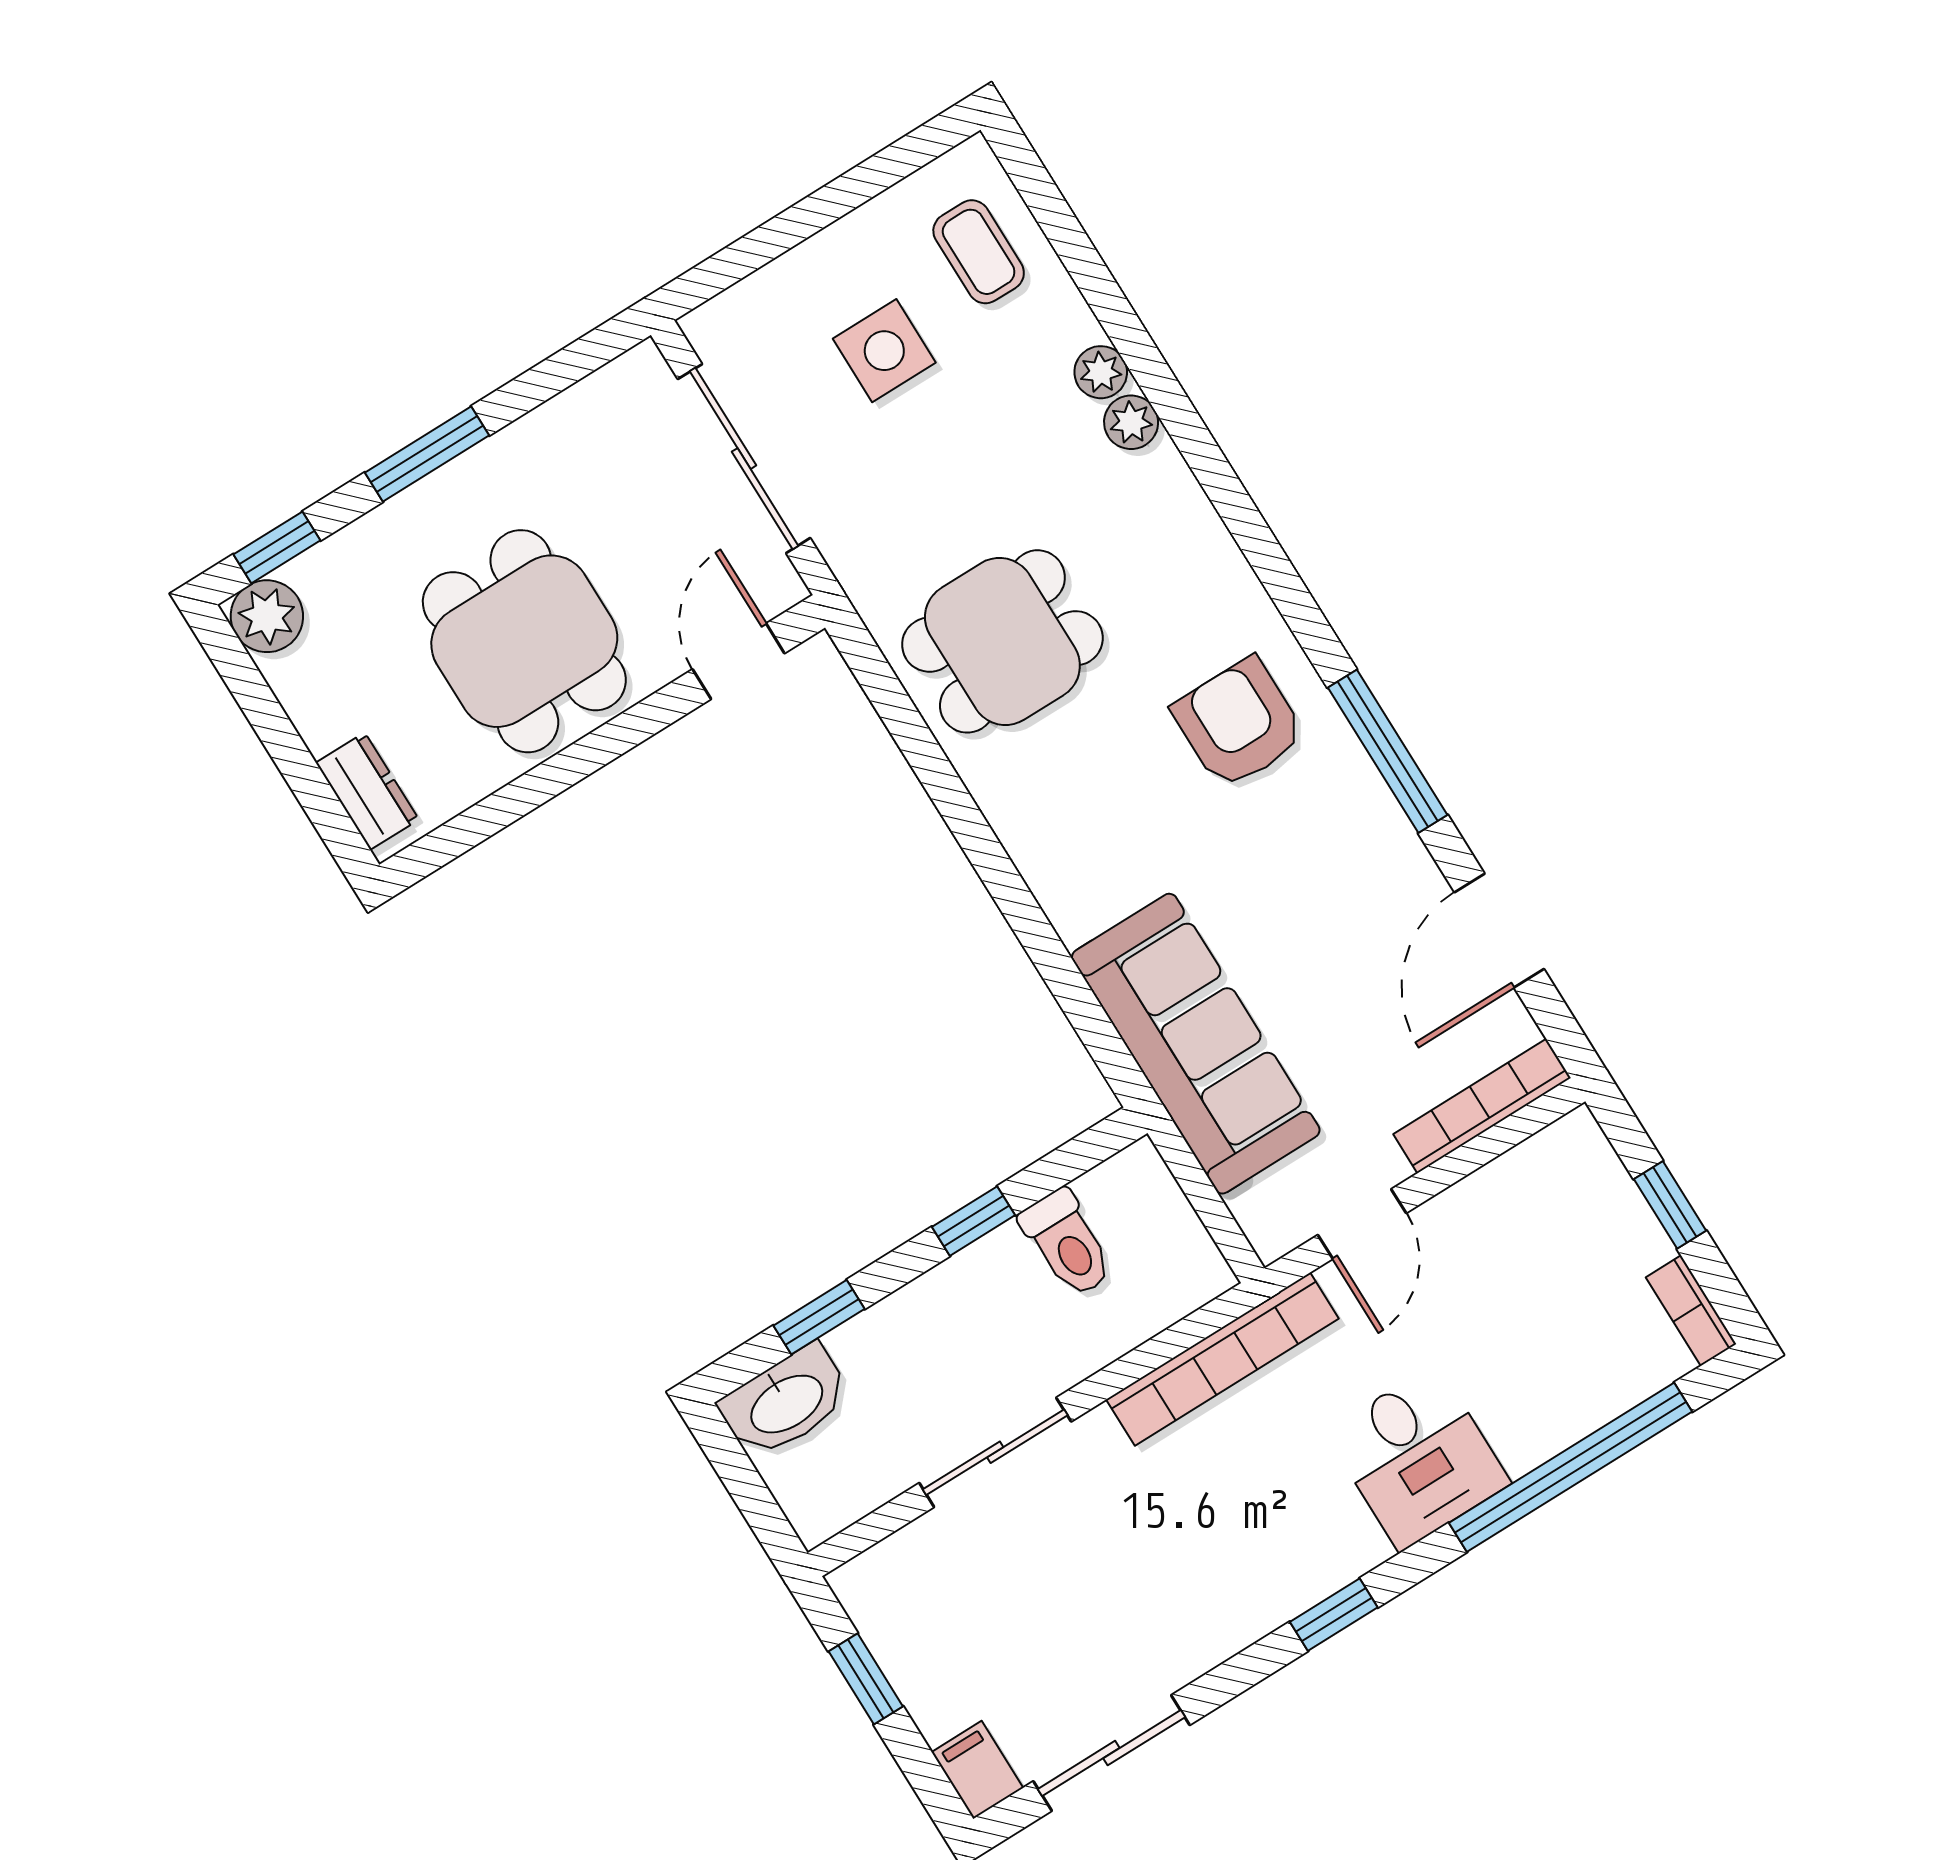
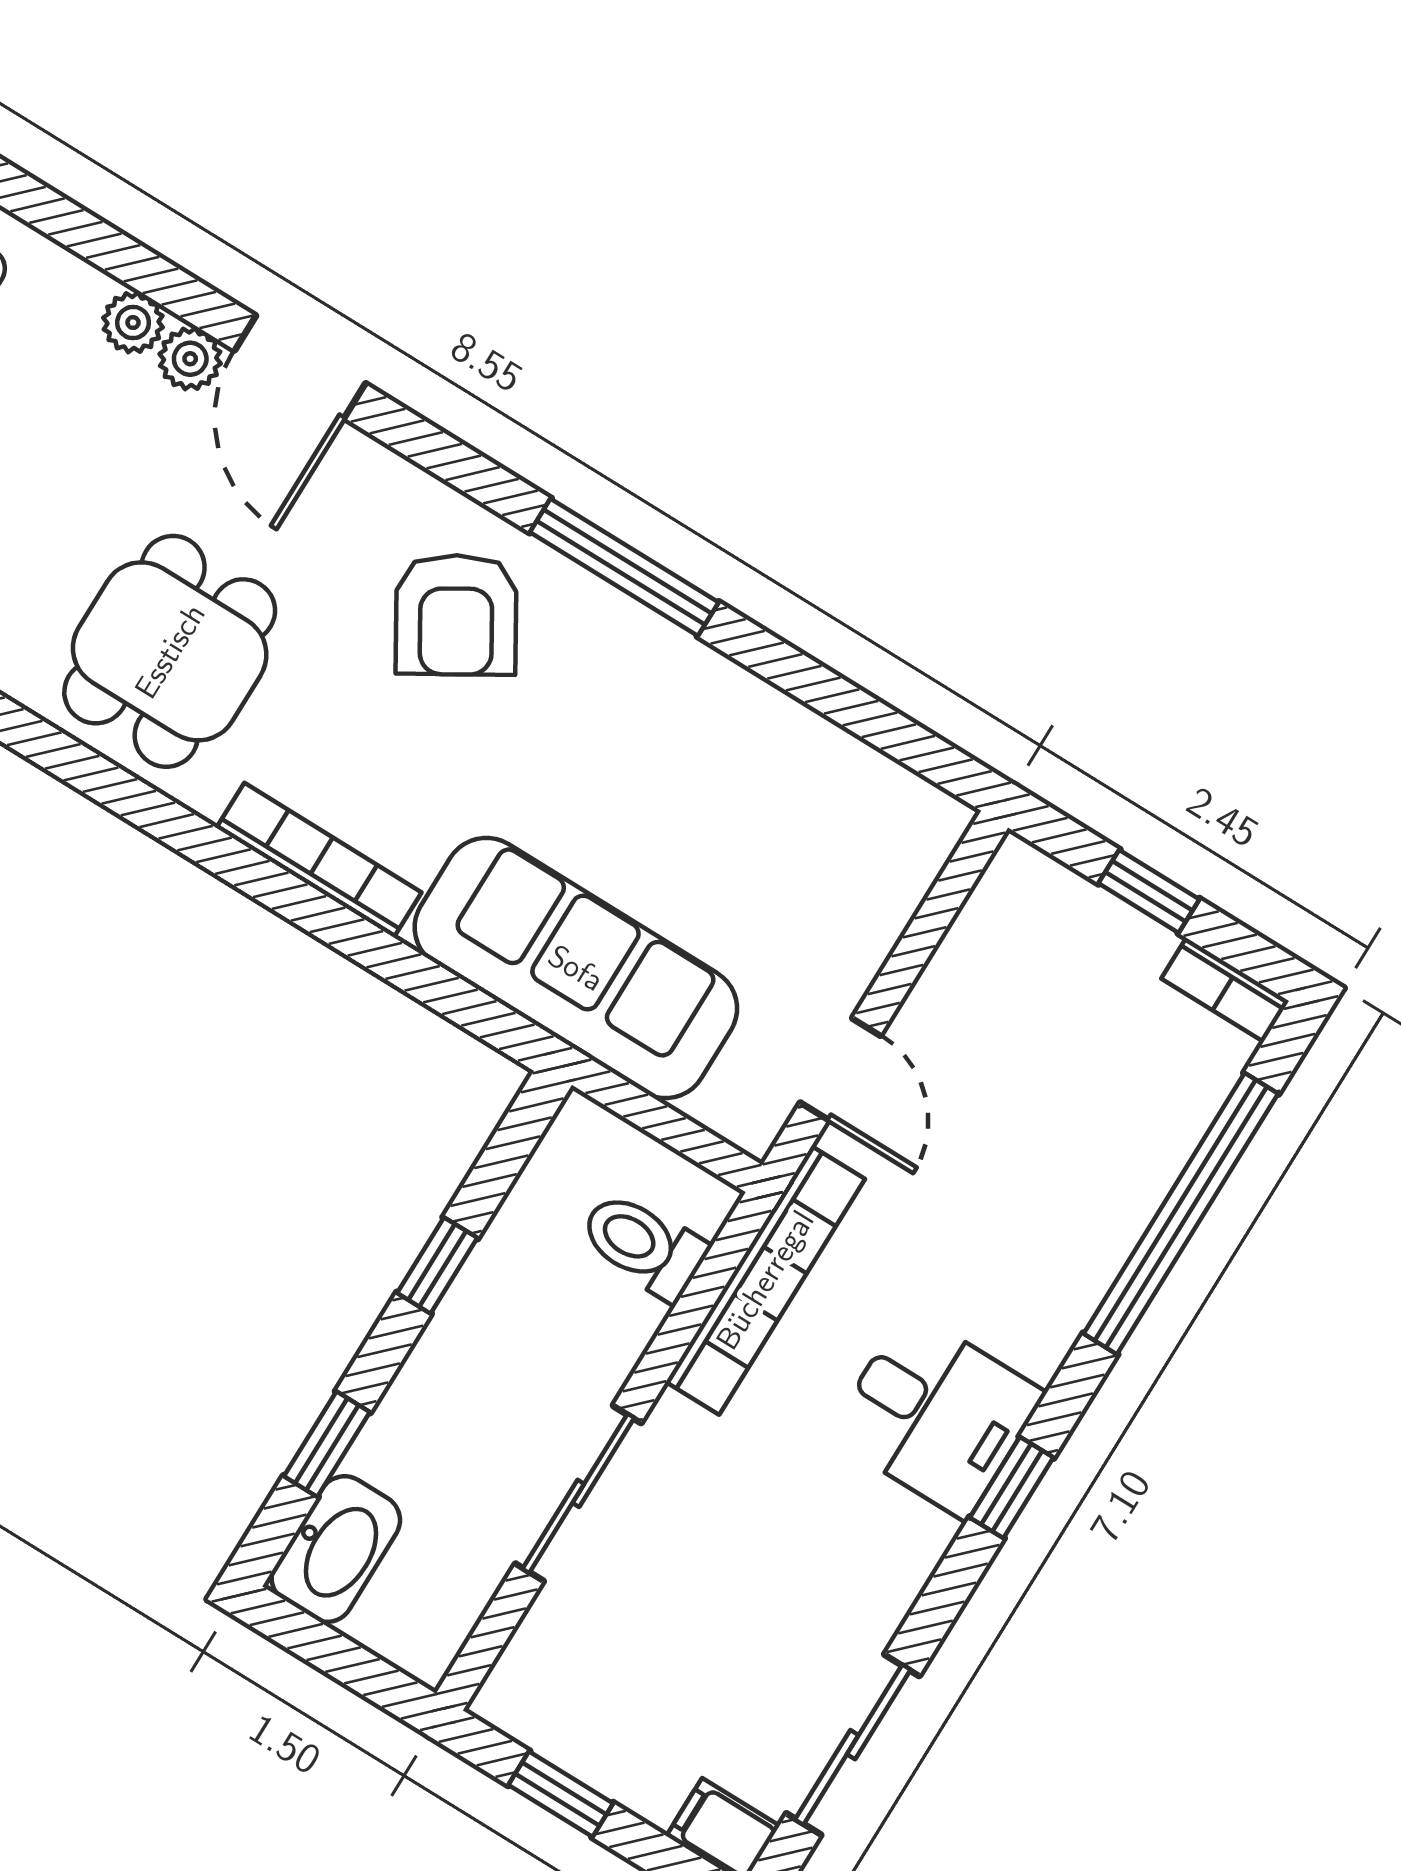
armchair: (1239, 723) -> (456, 615), turned -121
door: (1499, 931) -> (300, 367), moved
bookcase: (1482, 1106) -> (319, 860), moved, turned 90
toilet: (1067, 1243) -> (643, 1245), moved, turned 180
desk: (1418, 1458) -> (936, 1414), moved

